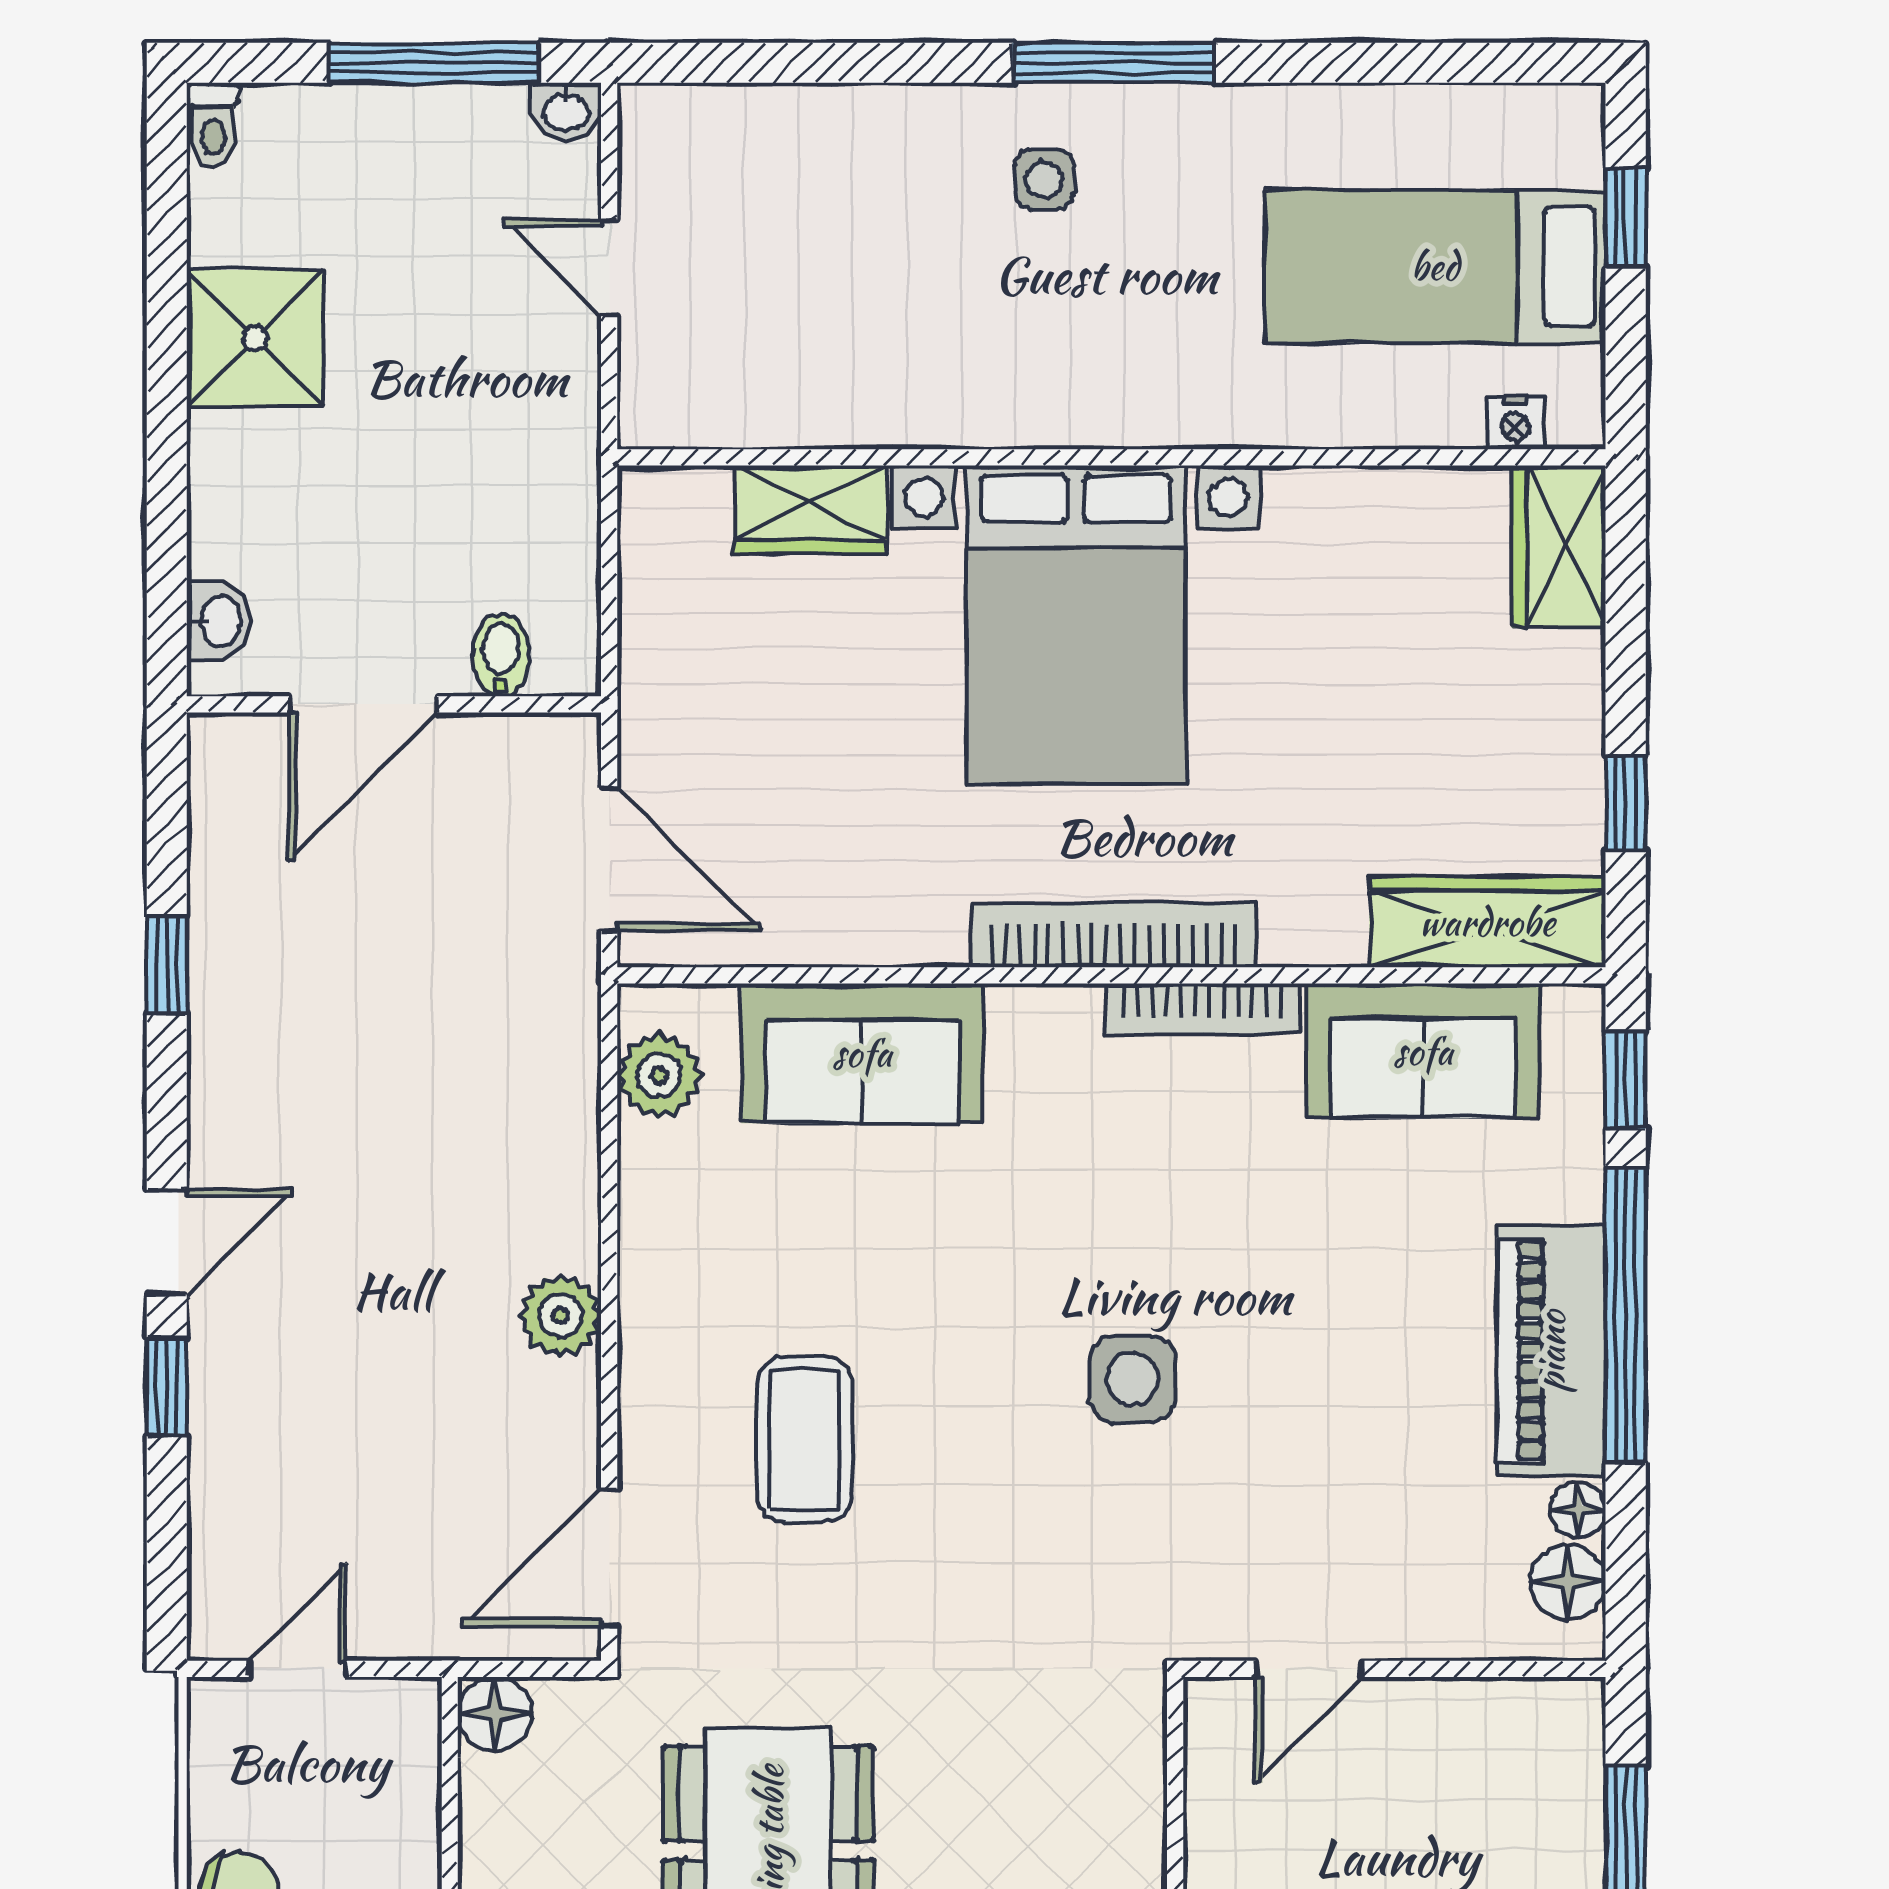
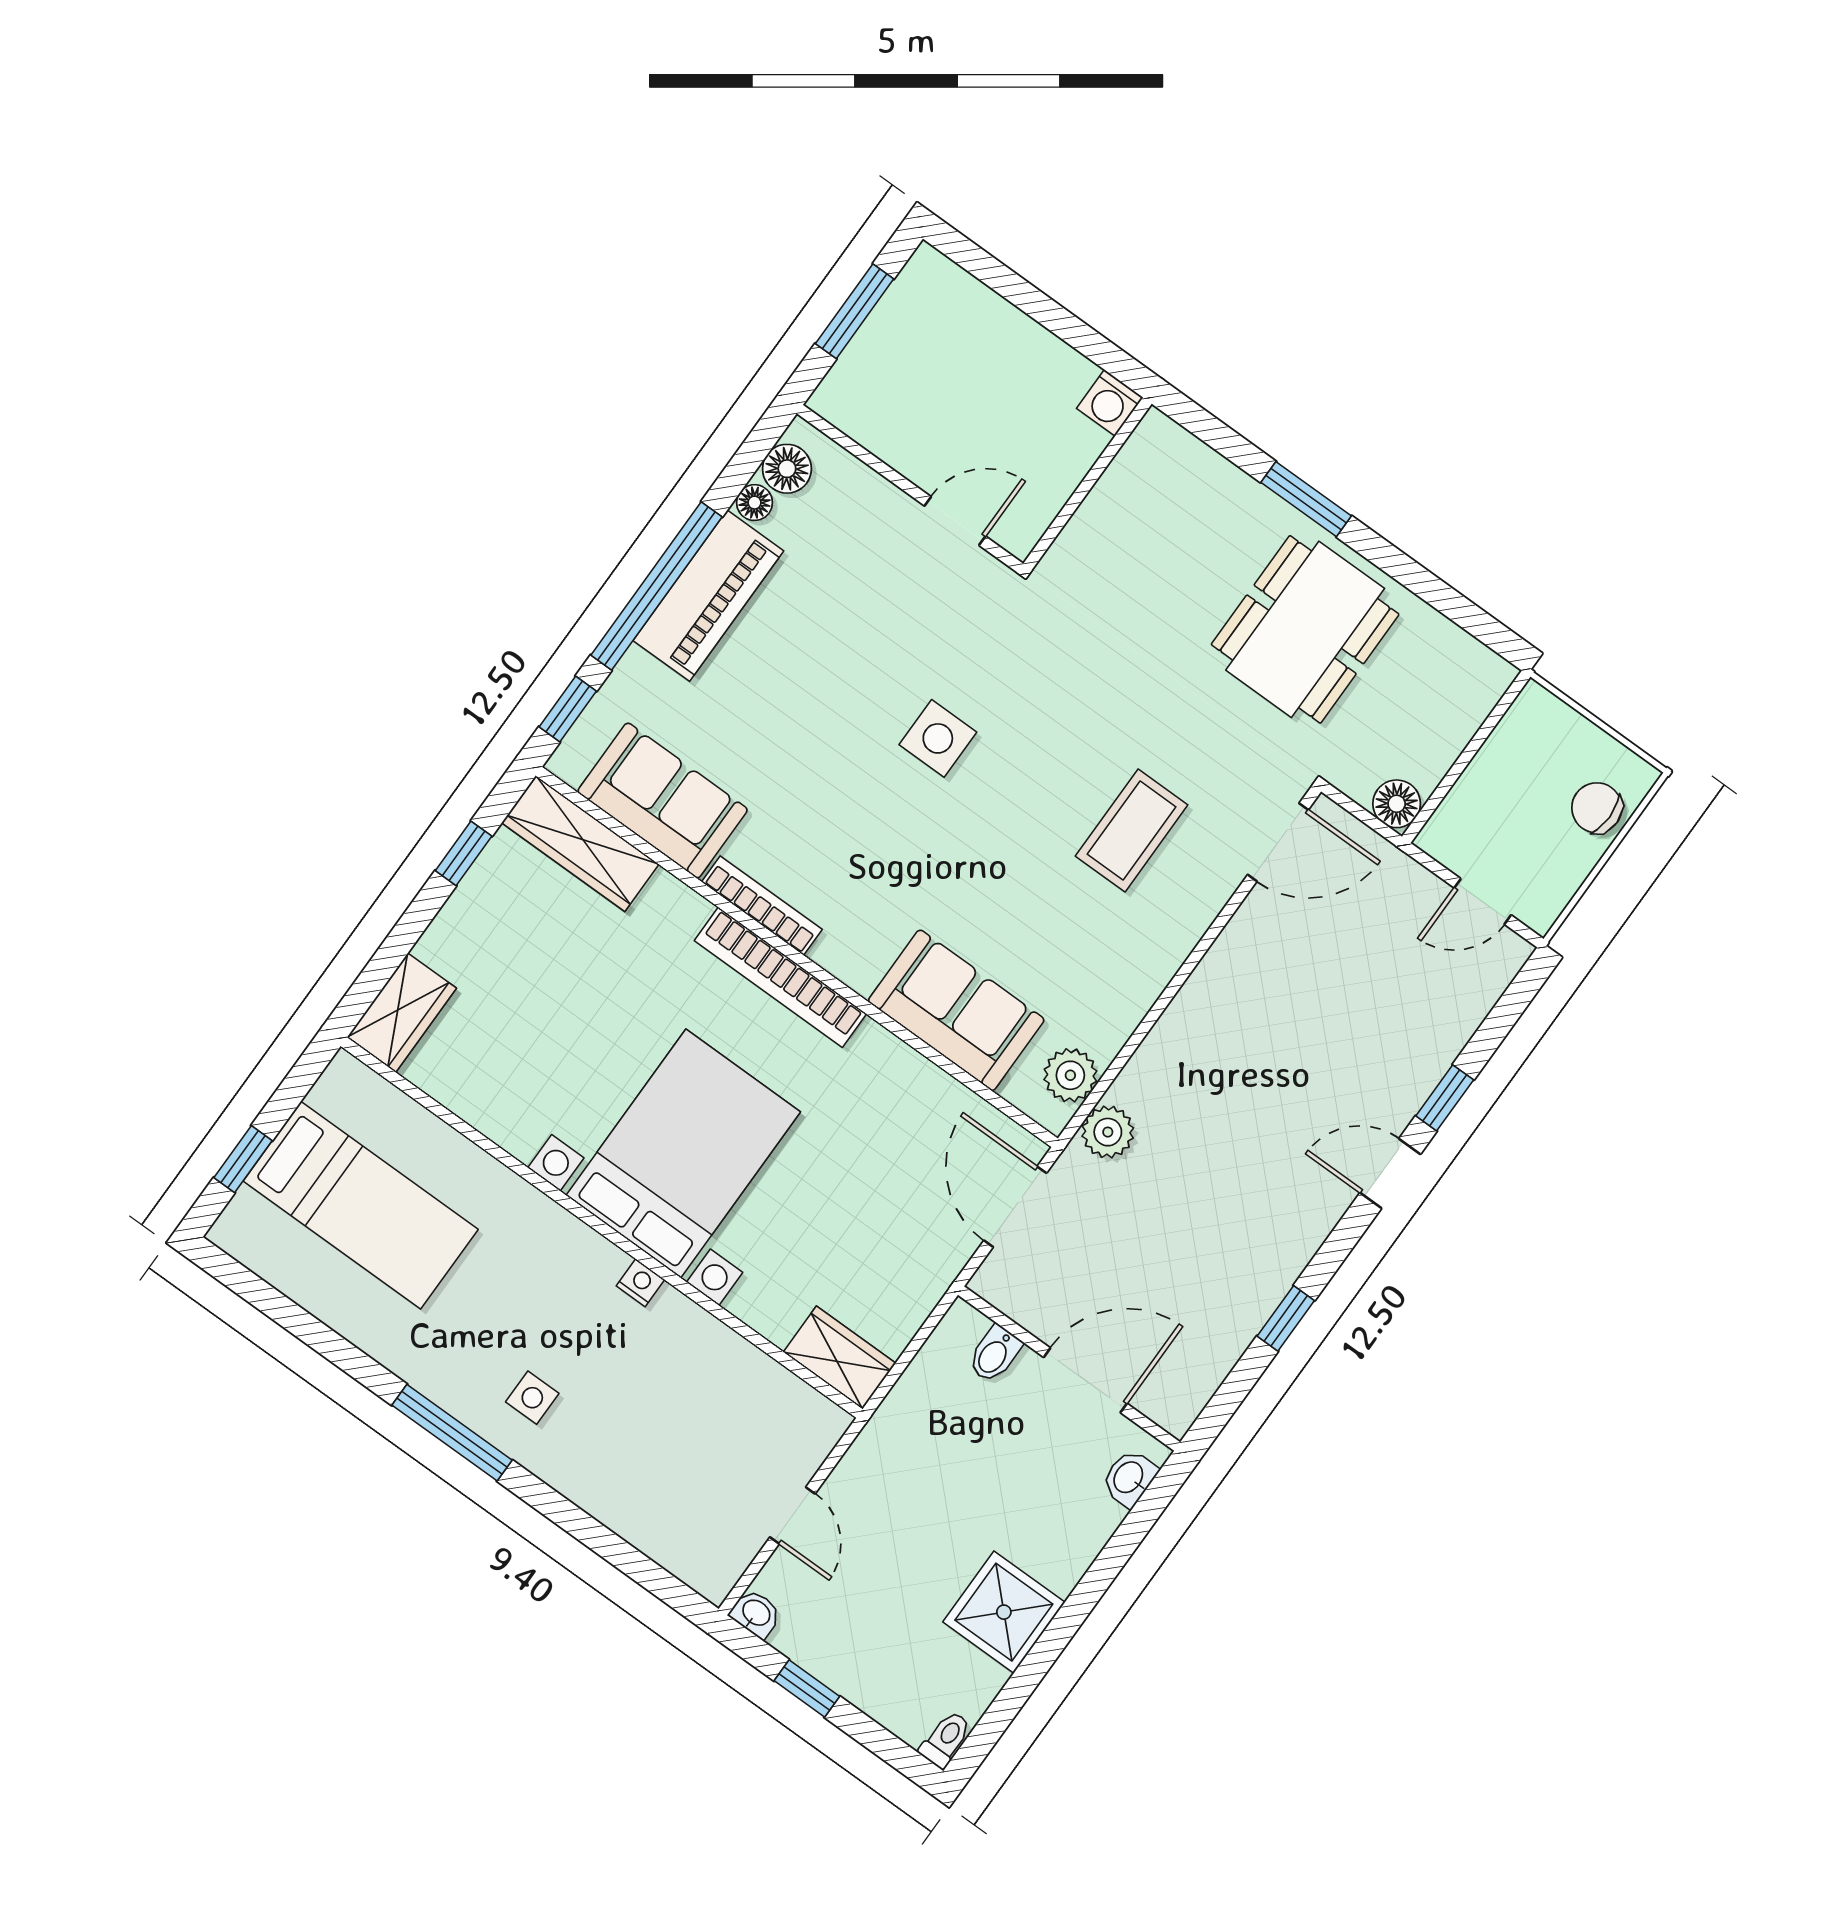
window: (434, 63) -> (807, 1689), width x0.46
nightstand: (1515, 423) -> (640, 1283), moved
wardrobe: (810, 509) -> (840, 1358), moved
plant: (560, 1315) -> (1108, 1132), moved

